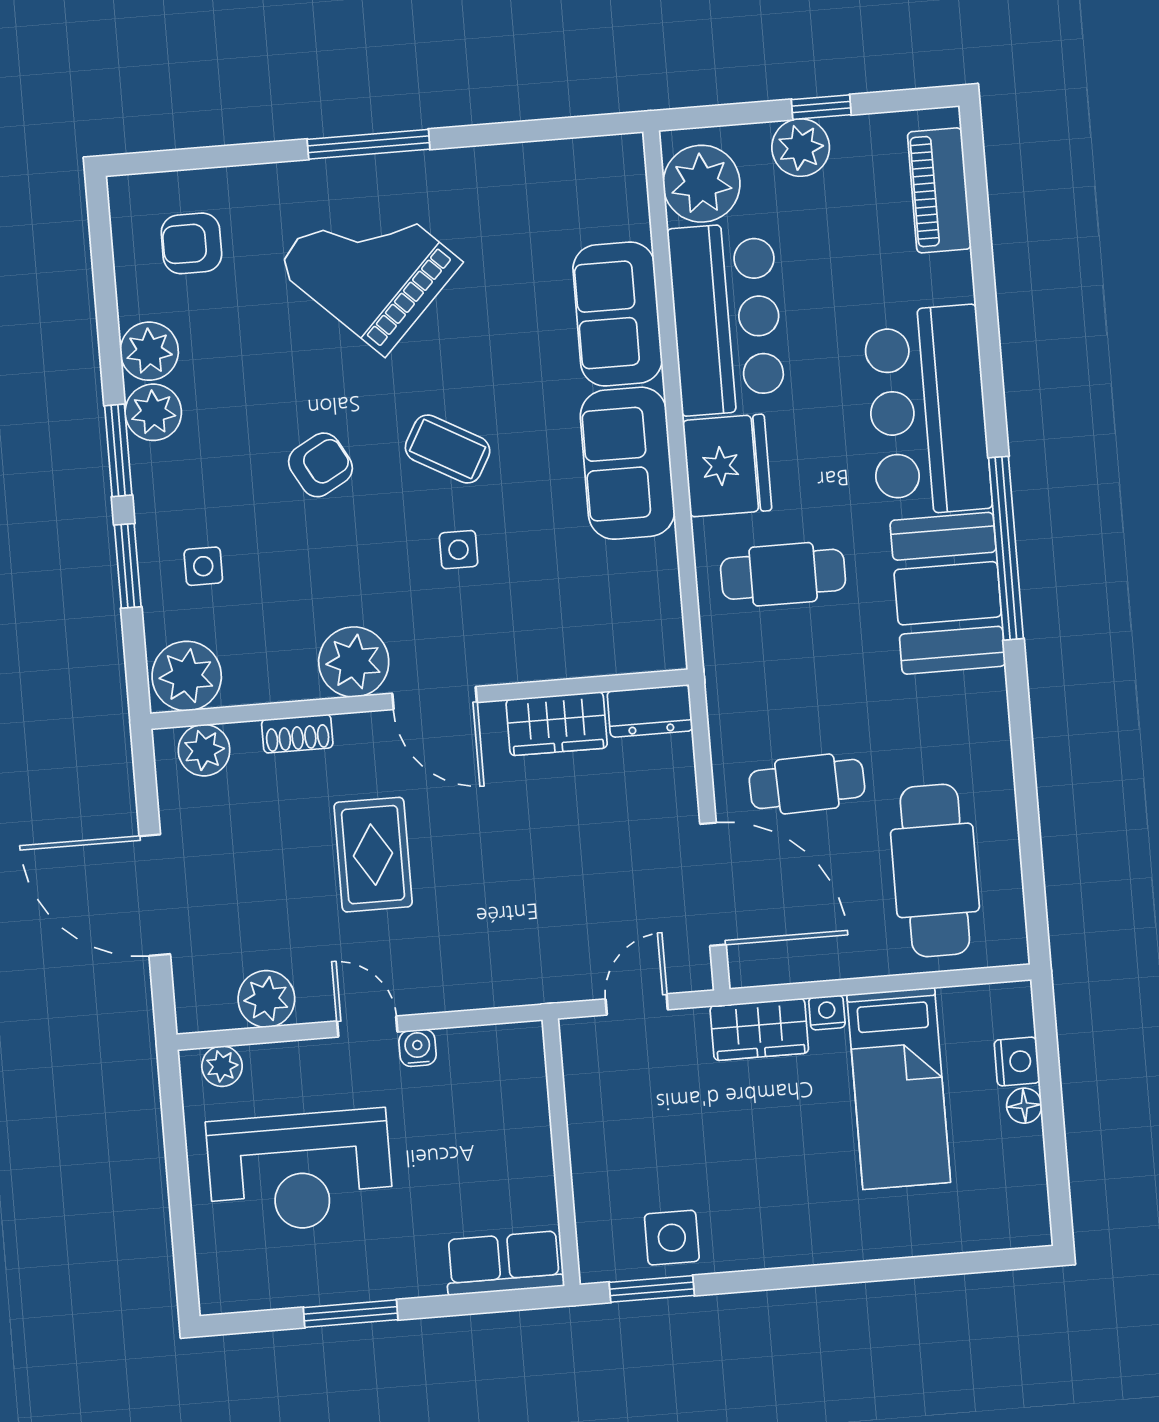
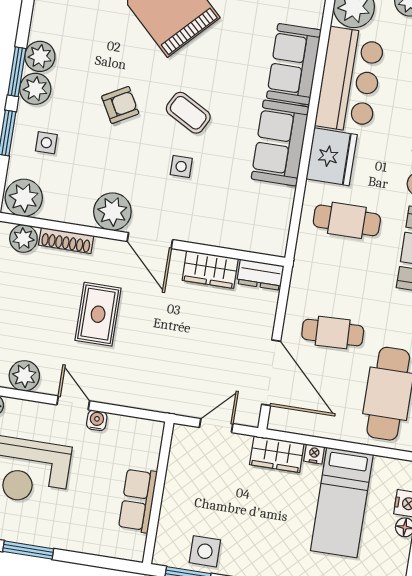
plant: (149, 351) -> (35, 89), moved
shoe rack: (297, 734) -> (66, 240), width x1.43
row of seats: (504, 1263) -> (138, 500), moved, turned -90

